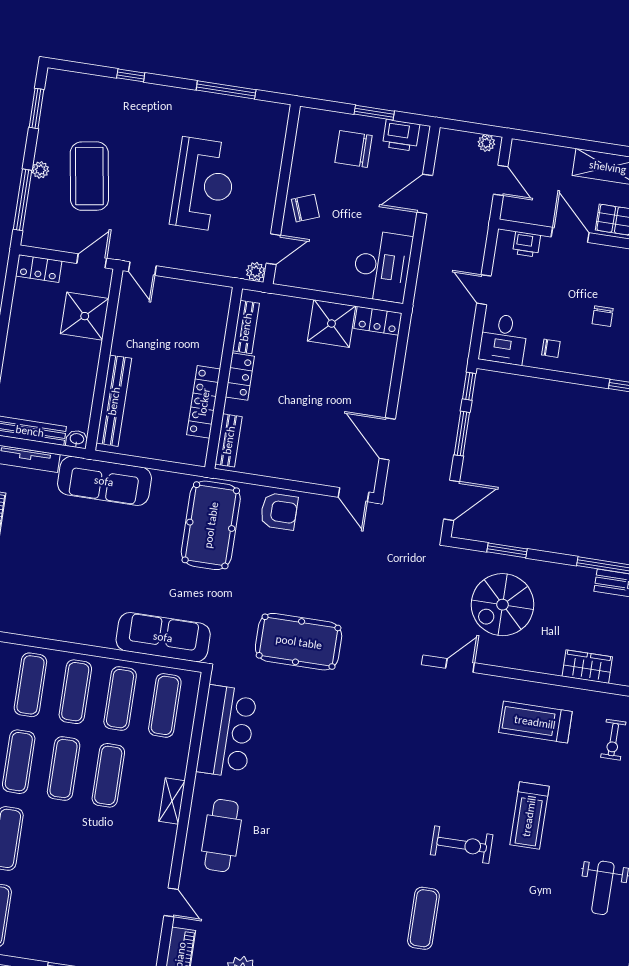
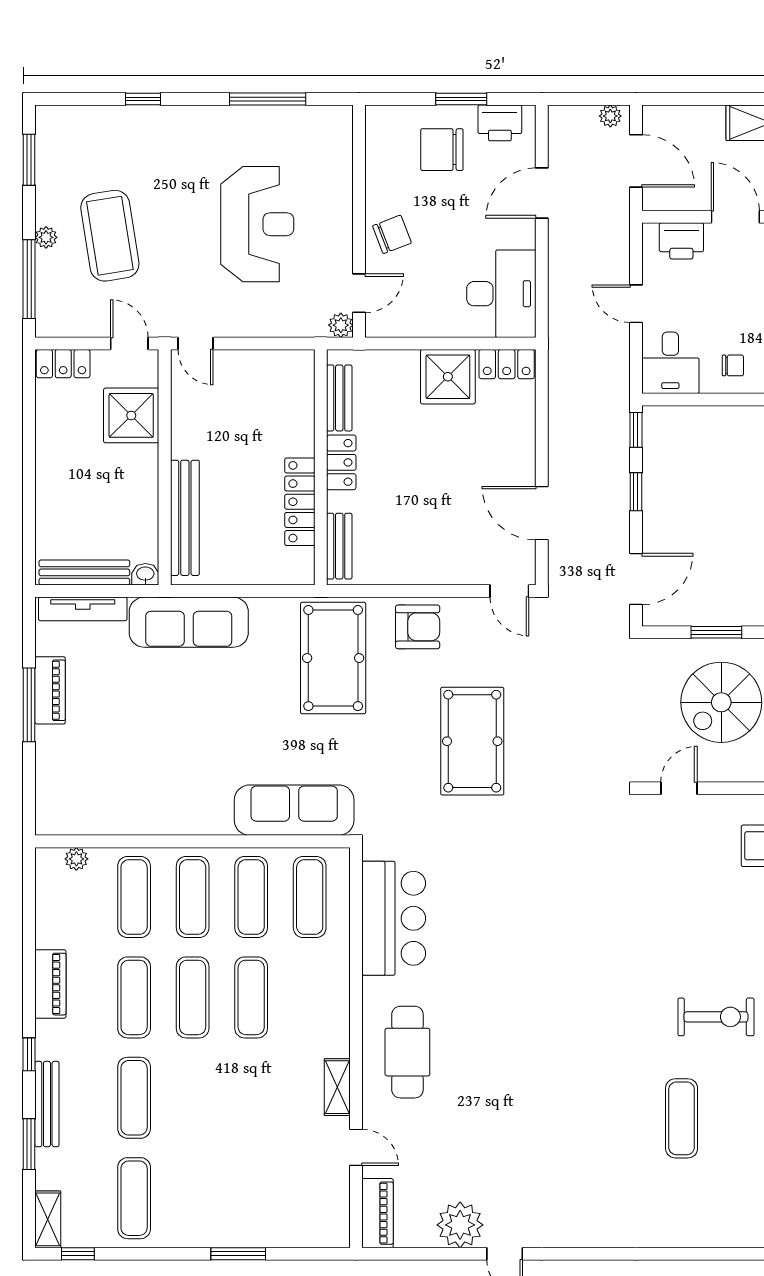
door: (501, 180) -> (636, 161), width x1.37
printer: (526, 244) -> (681, 241), width x1.36, depth x1.24
door: (92, 261) -> (129, 344), hinge flipped
window: (462, 434) -> (636, 492), width x0.67
pool table: (299, 642) -> (472, 741), moved, turned 90
shelving: (172, 801) -> (337, 1087), moved

